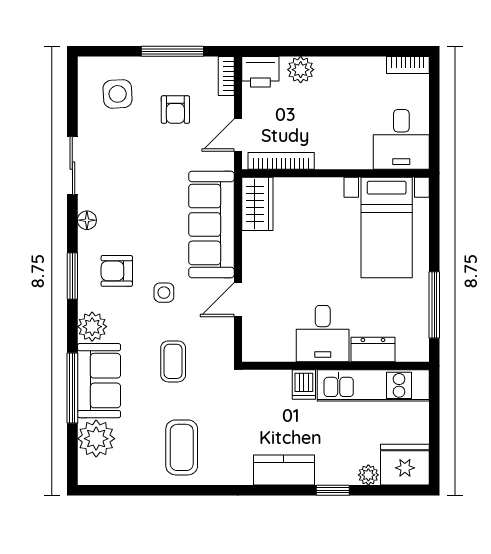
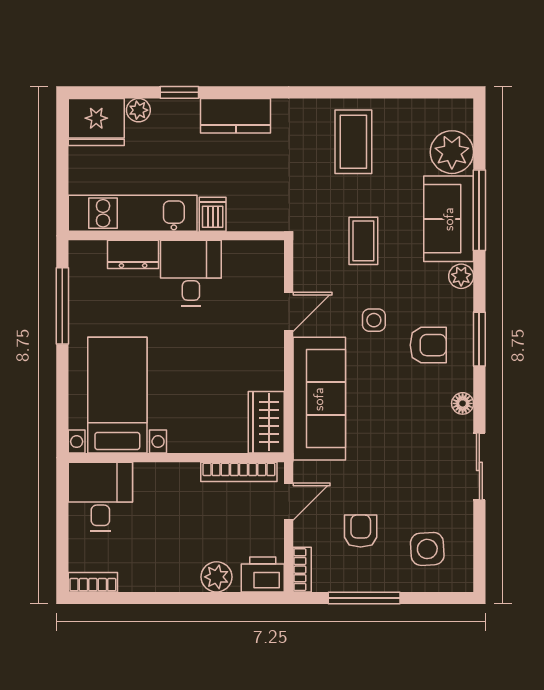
plant: (92, 327) -> (461, 276), width x0.73, depth x0.73

